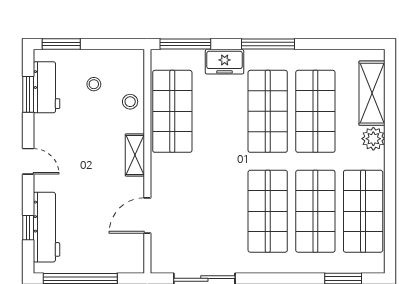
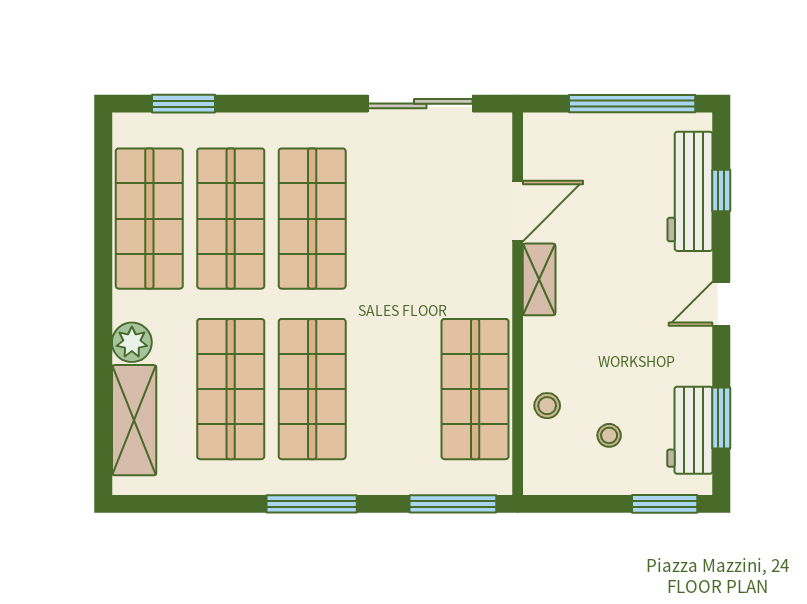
freezer: (225, 62) -> (386, 474), removed
shelving: (135, 155) -> (539, 279), moved
door: (28, 161) -> (721, 304), hinge flipped

